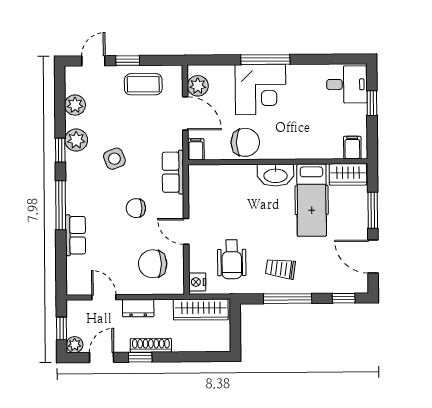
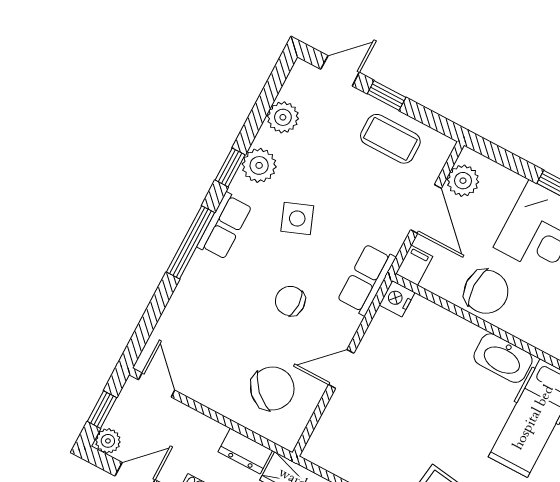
door: (186, 231) -> (341, 369), hinge flipped
row of seats: (75, 235) -> (225, 226), moved
wheelchair: (232, 259) -> (383, 440), removed
chair: (153, 264) -> (272, 389), turned 135
nightstand: (197, 282) -> (397, 299), moved
door: (104, 297) -> (157, 385), moved
dresser: (138, 308) -> (245, 451), moved

